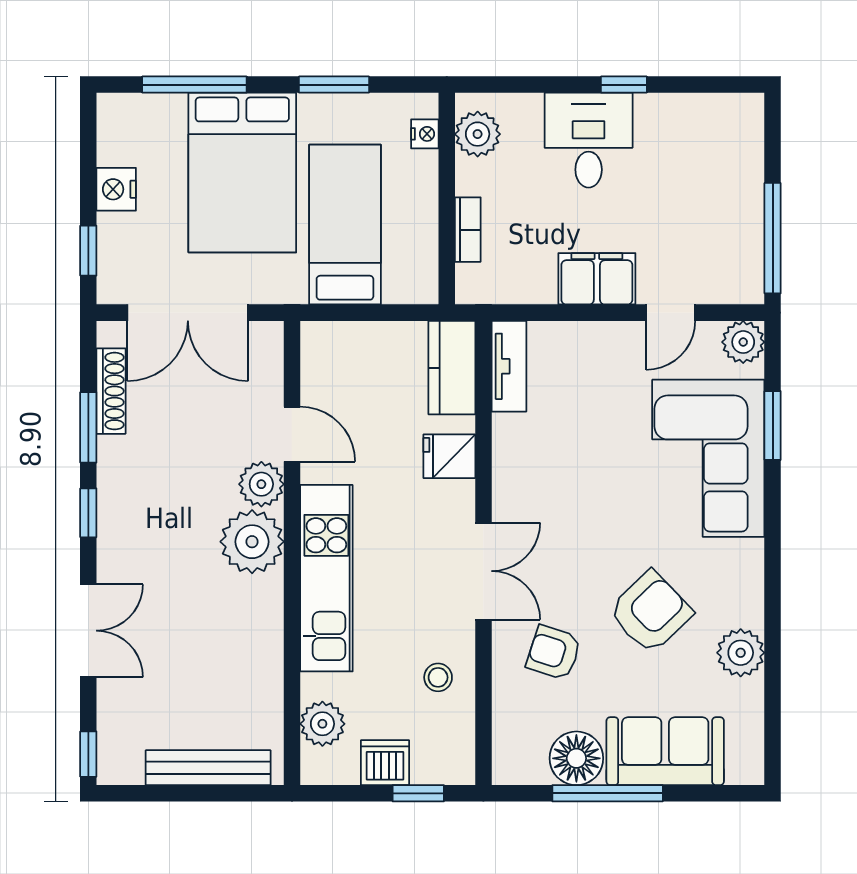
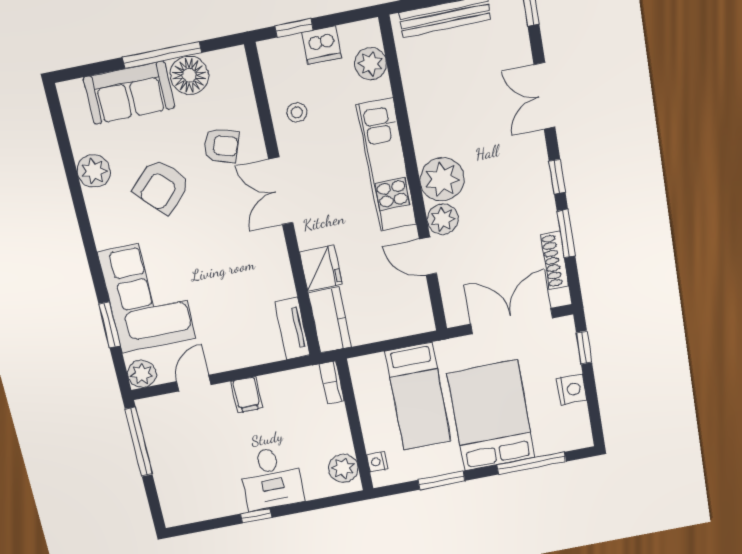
bookcase: (468, 230) -> (332, 382), moved
filing cabinet: (597, 279) -> (247, 395), width x0.50
fridge: (449, 456) -> (321, 268), width x1.38

